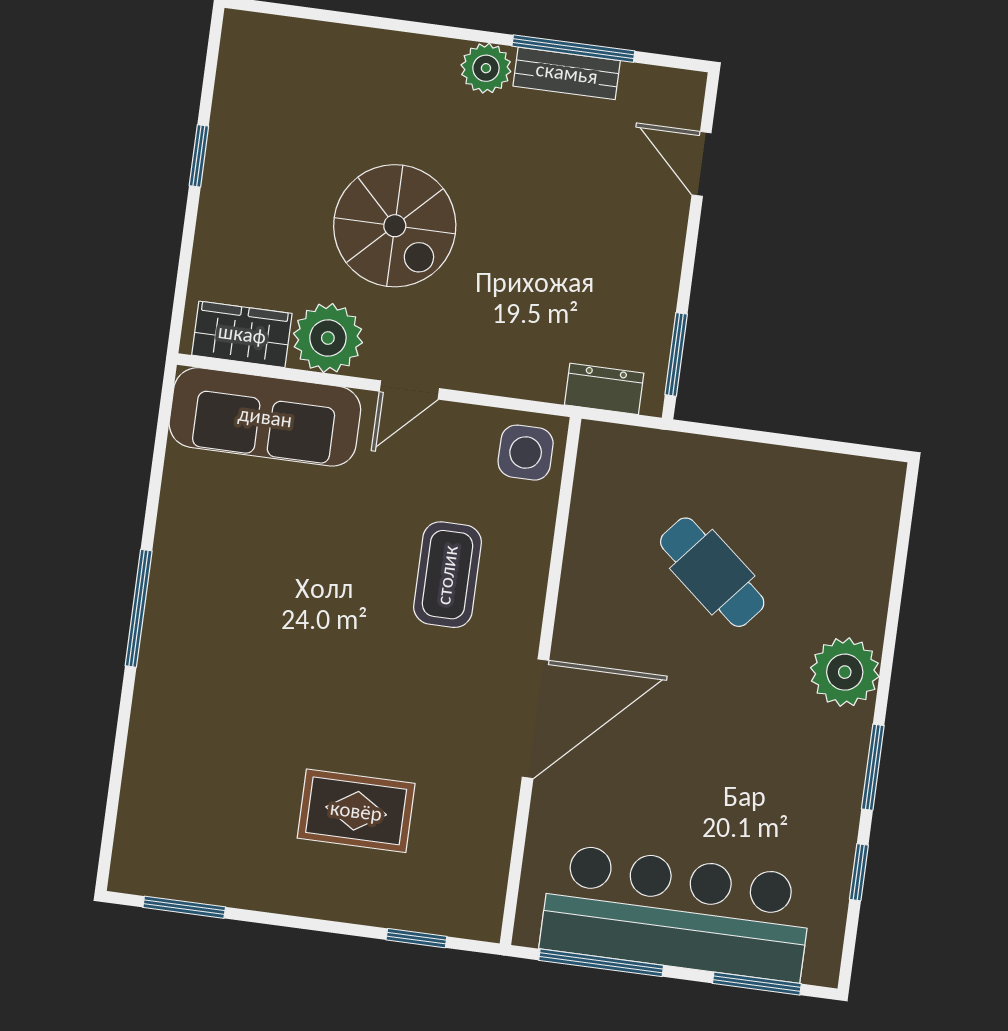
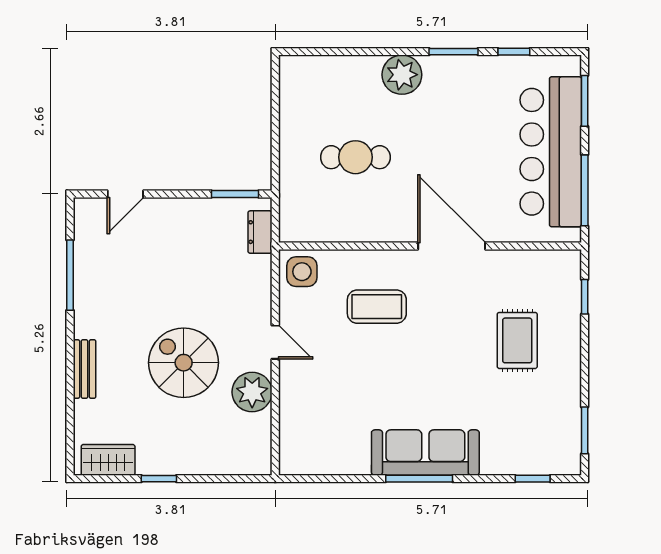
plant: (486, 68) -> (88, 323), removed
bench: (567, 73) -> (84, 369), moved
spiral stairs: (395, 226) -> (184, 363), turned -90
wardrobe: (242, 334) -> (108, 460), moved, turned 90
sofa: (265, 417) -> (425, 453), moved, turned -90
cafe table: (712, 572) -> (355, 157), turned 50
window: (112, 806) -> (533, 479), added

